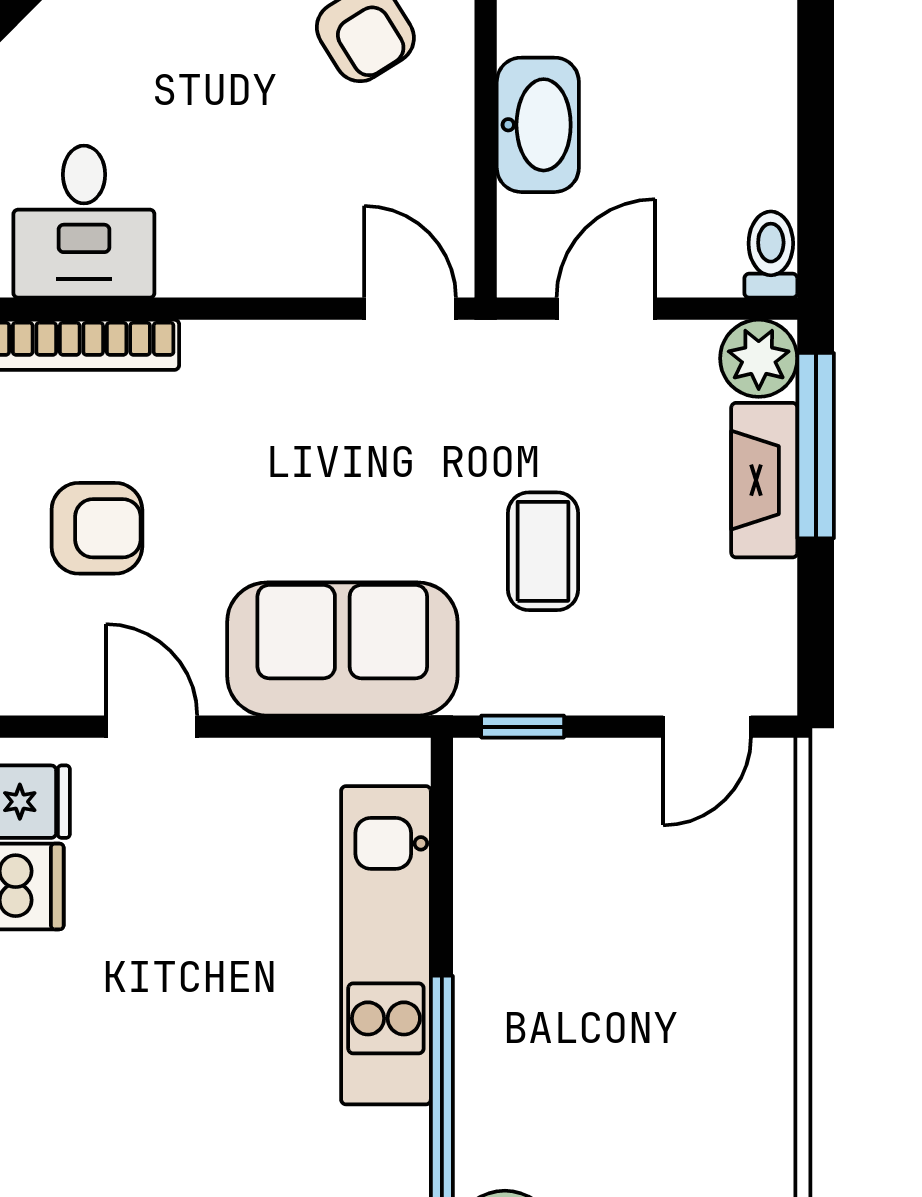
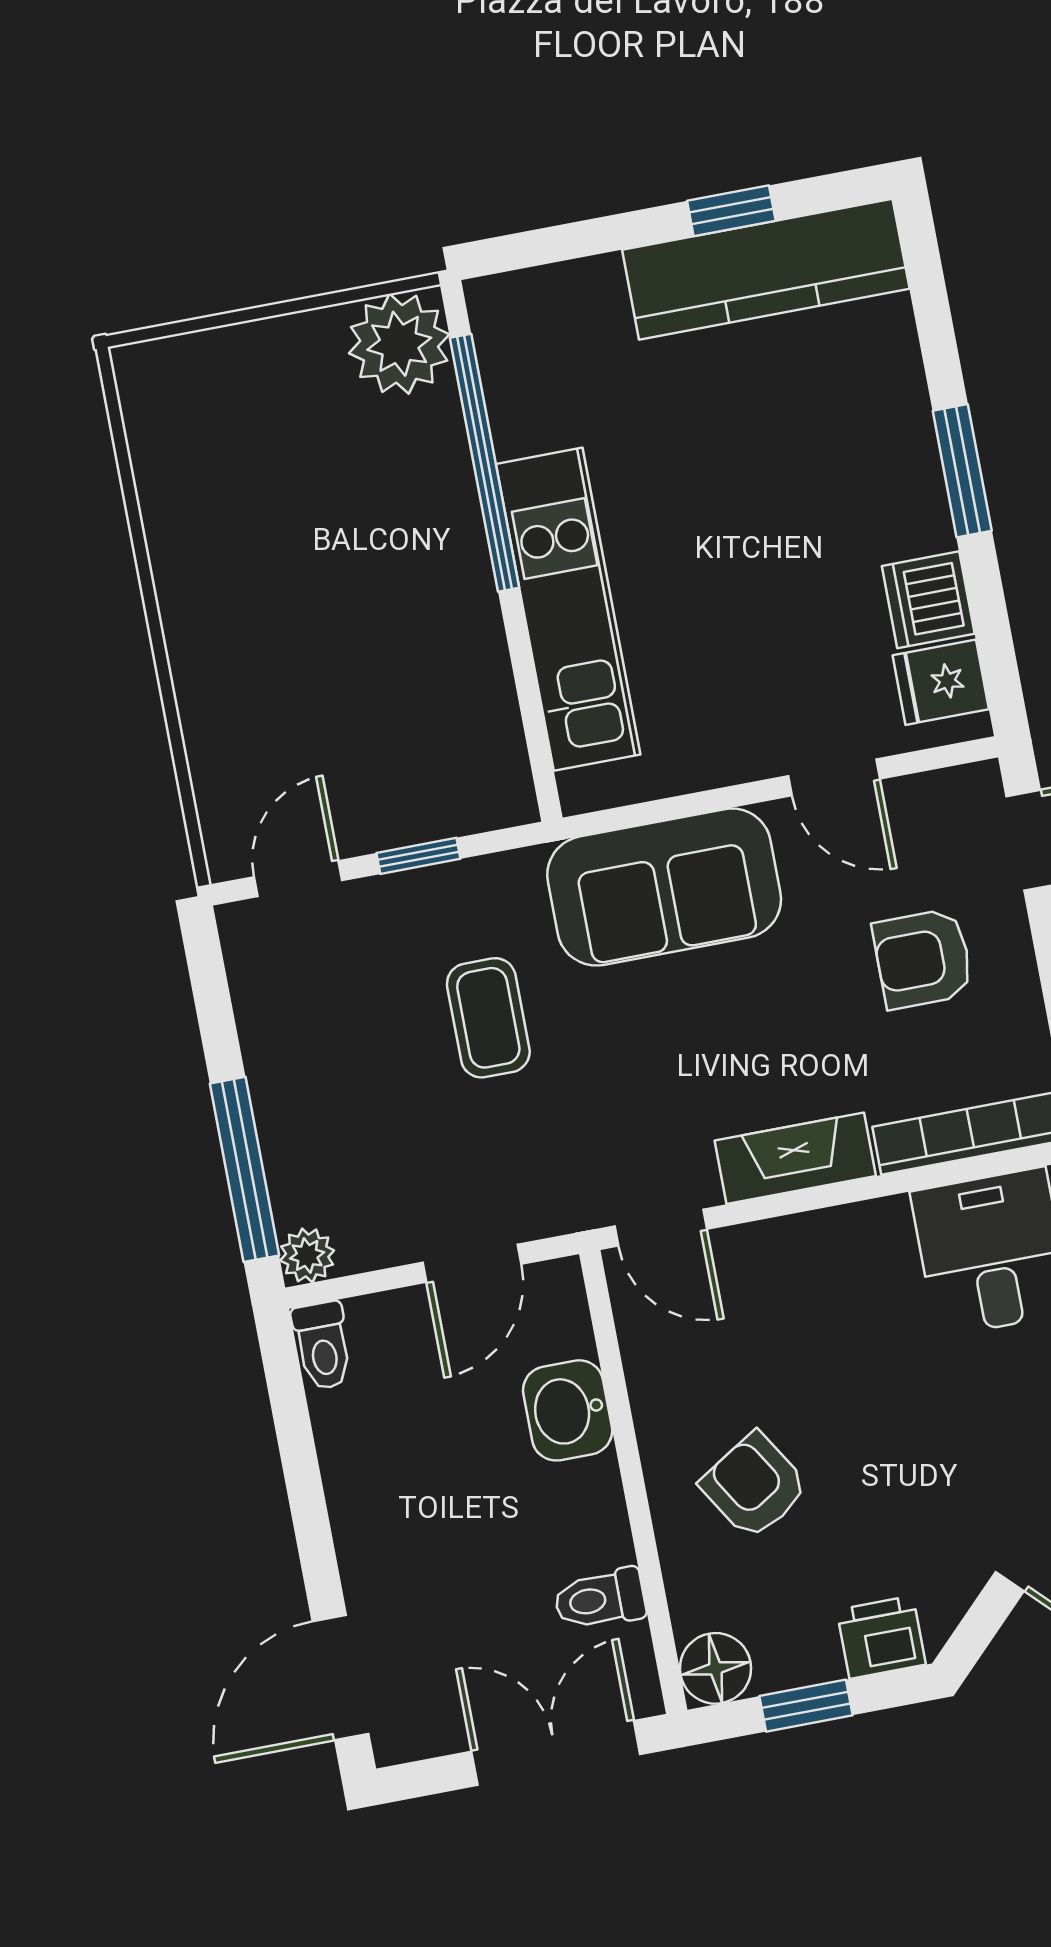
washbasin: (538, 125) -> (568, 1410), width x0.72
plant: (759, 358) -> (307, 1255), width x0.73, depth x0.73
fireplace: (764, 480) -> (795, 1158), moved, turned -90
window: (523, 727) -> (418, 856), moved

